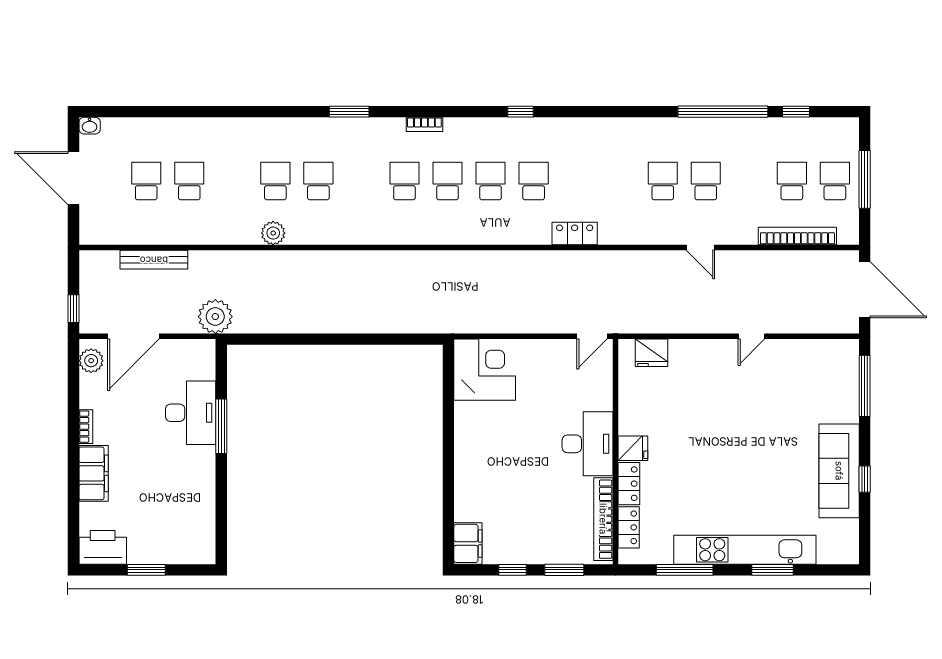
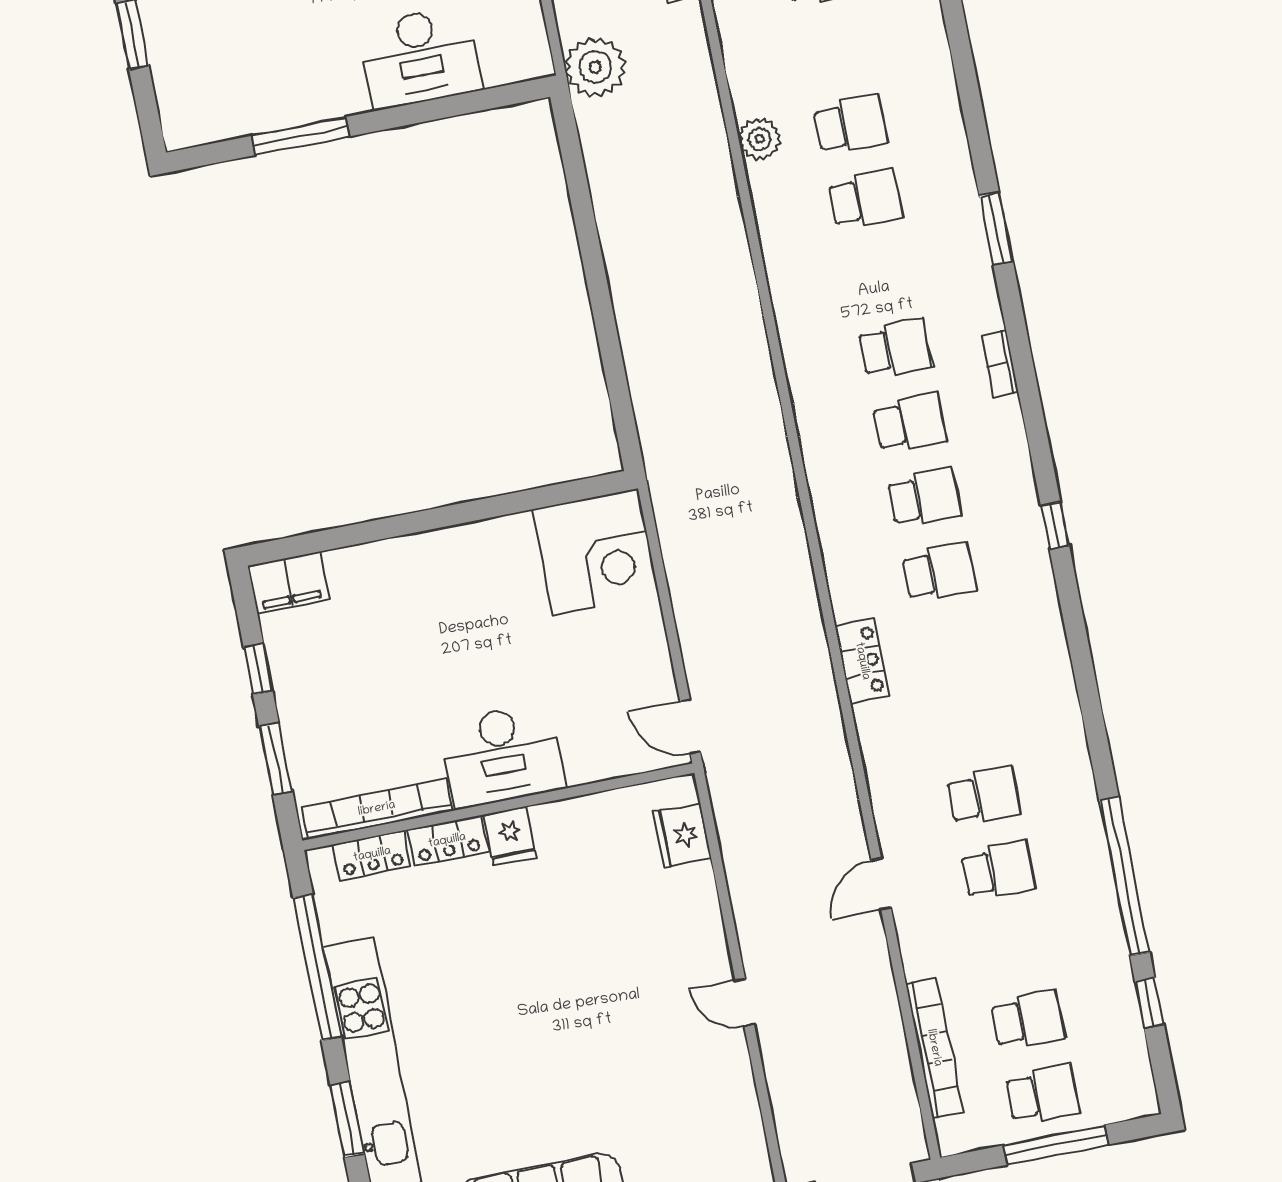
window: (221, 426) -> (300, 136), moved
window: (685, 570) -> (317, 967), width x1.46

